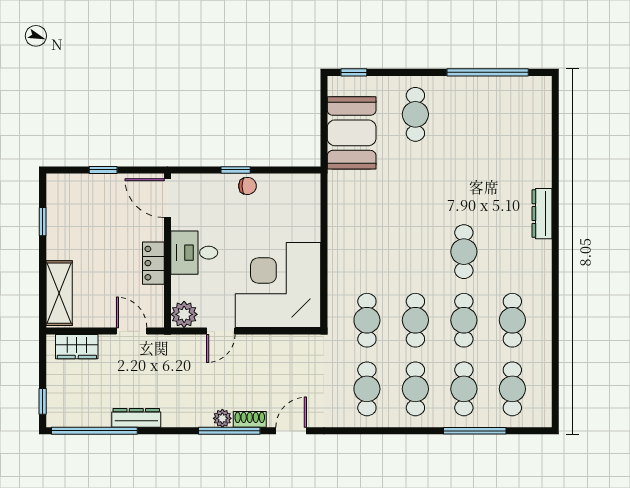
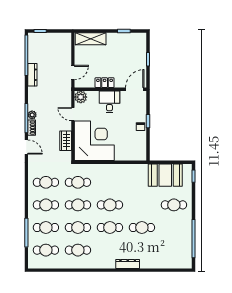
cafe table: (464, 183) -> (142, 227), added
cafe table: (415, 252) -> (110, 205), added
wardrobe: (77, 347) -> (66, 141), moved

